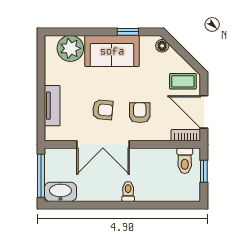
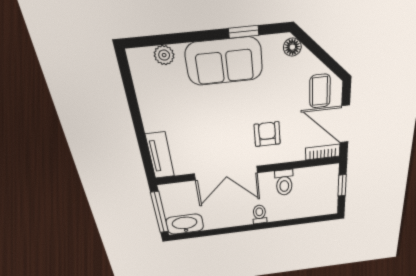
plant: (70, 48) -> (164, 55), width x0.53, depth x0.53
coffee table: (183, 81) -> (320, 91), turned 90
tv unit: (52, 106) -> (160, 156), moved
armchair: (103, 110) -> (221, 136), removed
toilet: (185, 161) -> (284, 183), moved

